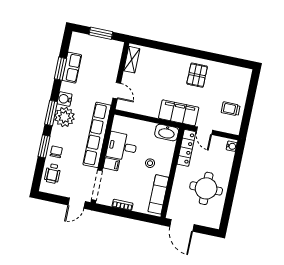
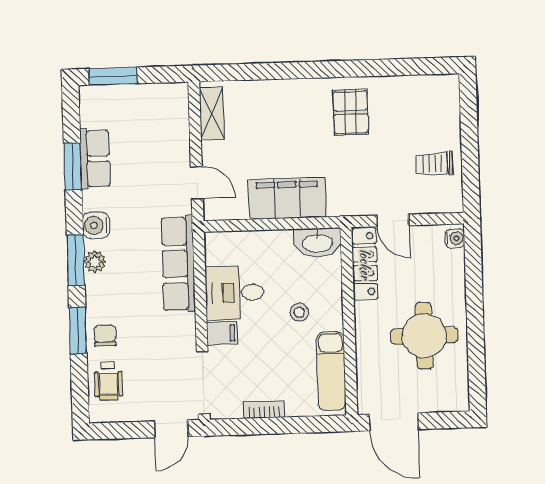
window: (101, 33) -> (113, 76), moved
filing cabinet: (179, 113) -> (287, 198), moved
plant: (65, 117) -> (95, 262), width x0.53, depth x0.53
row of seats: (97, 135) -> (178, 264), width x0.73

